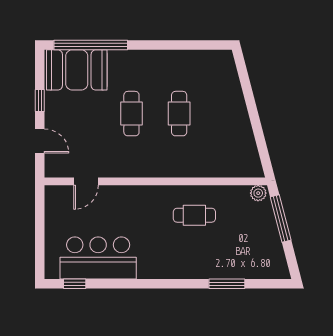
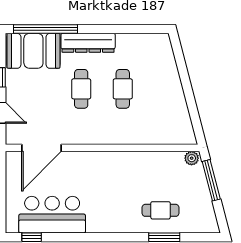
dresser: (139, 61) -> (88, 43), added
door: (86, 181) -> (42, 148), width x1.87
cafe table: (194, 215) -> (160, 210), moved

